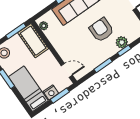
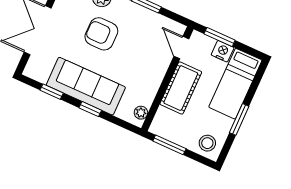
armchair: (101, 30) -> (101, 34), turned 90
cot: (33, 41) -> (181, 88), moved

